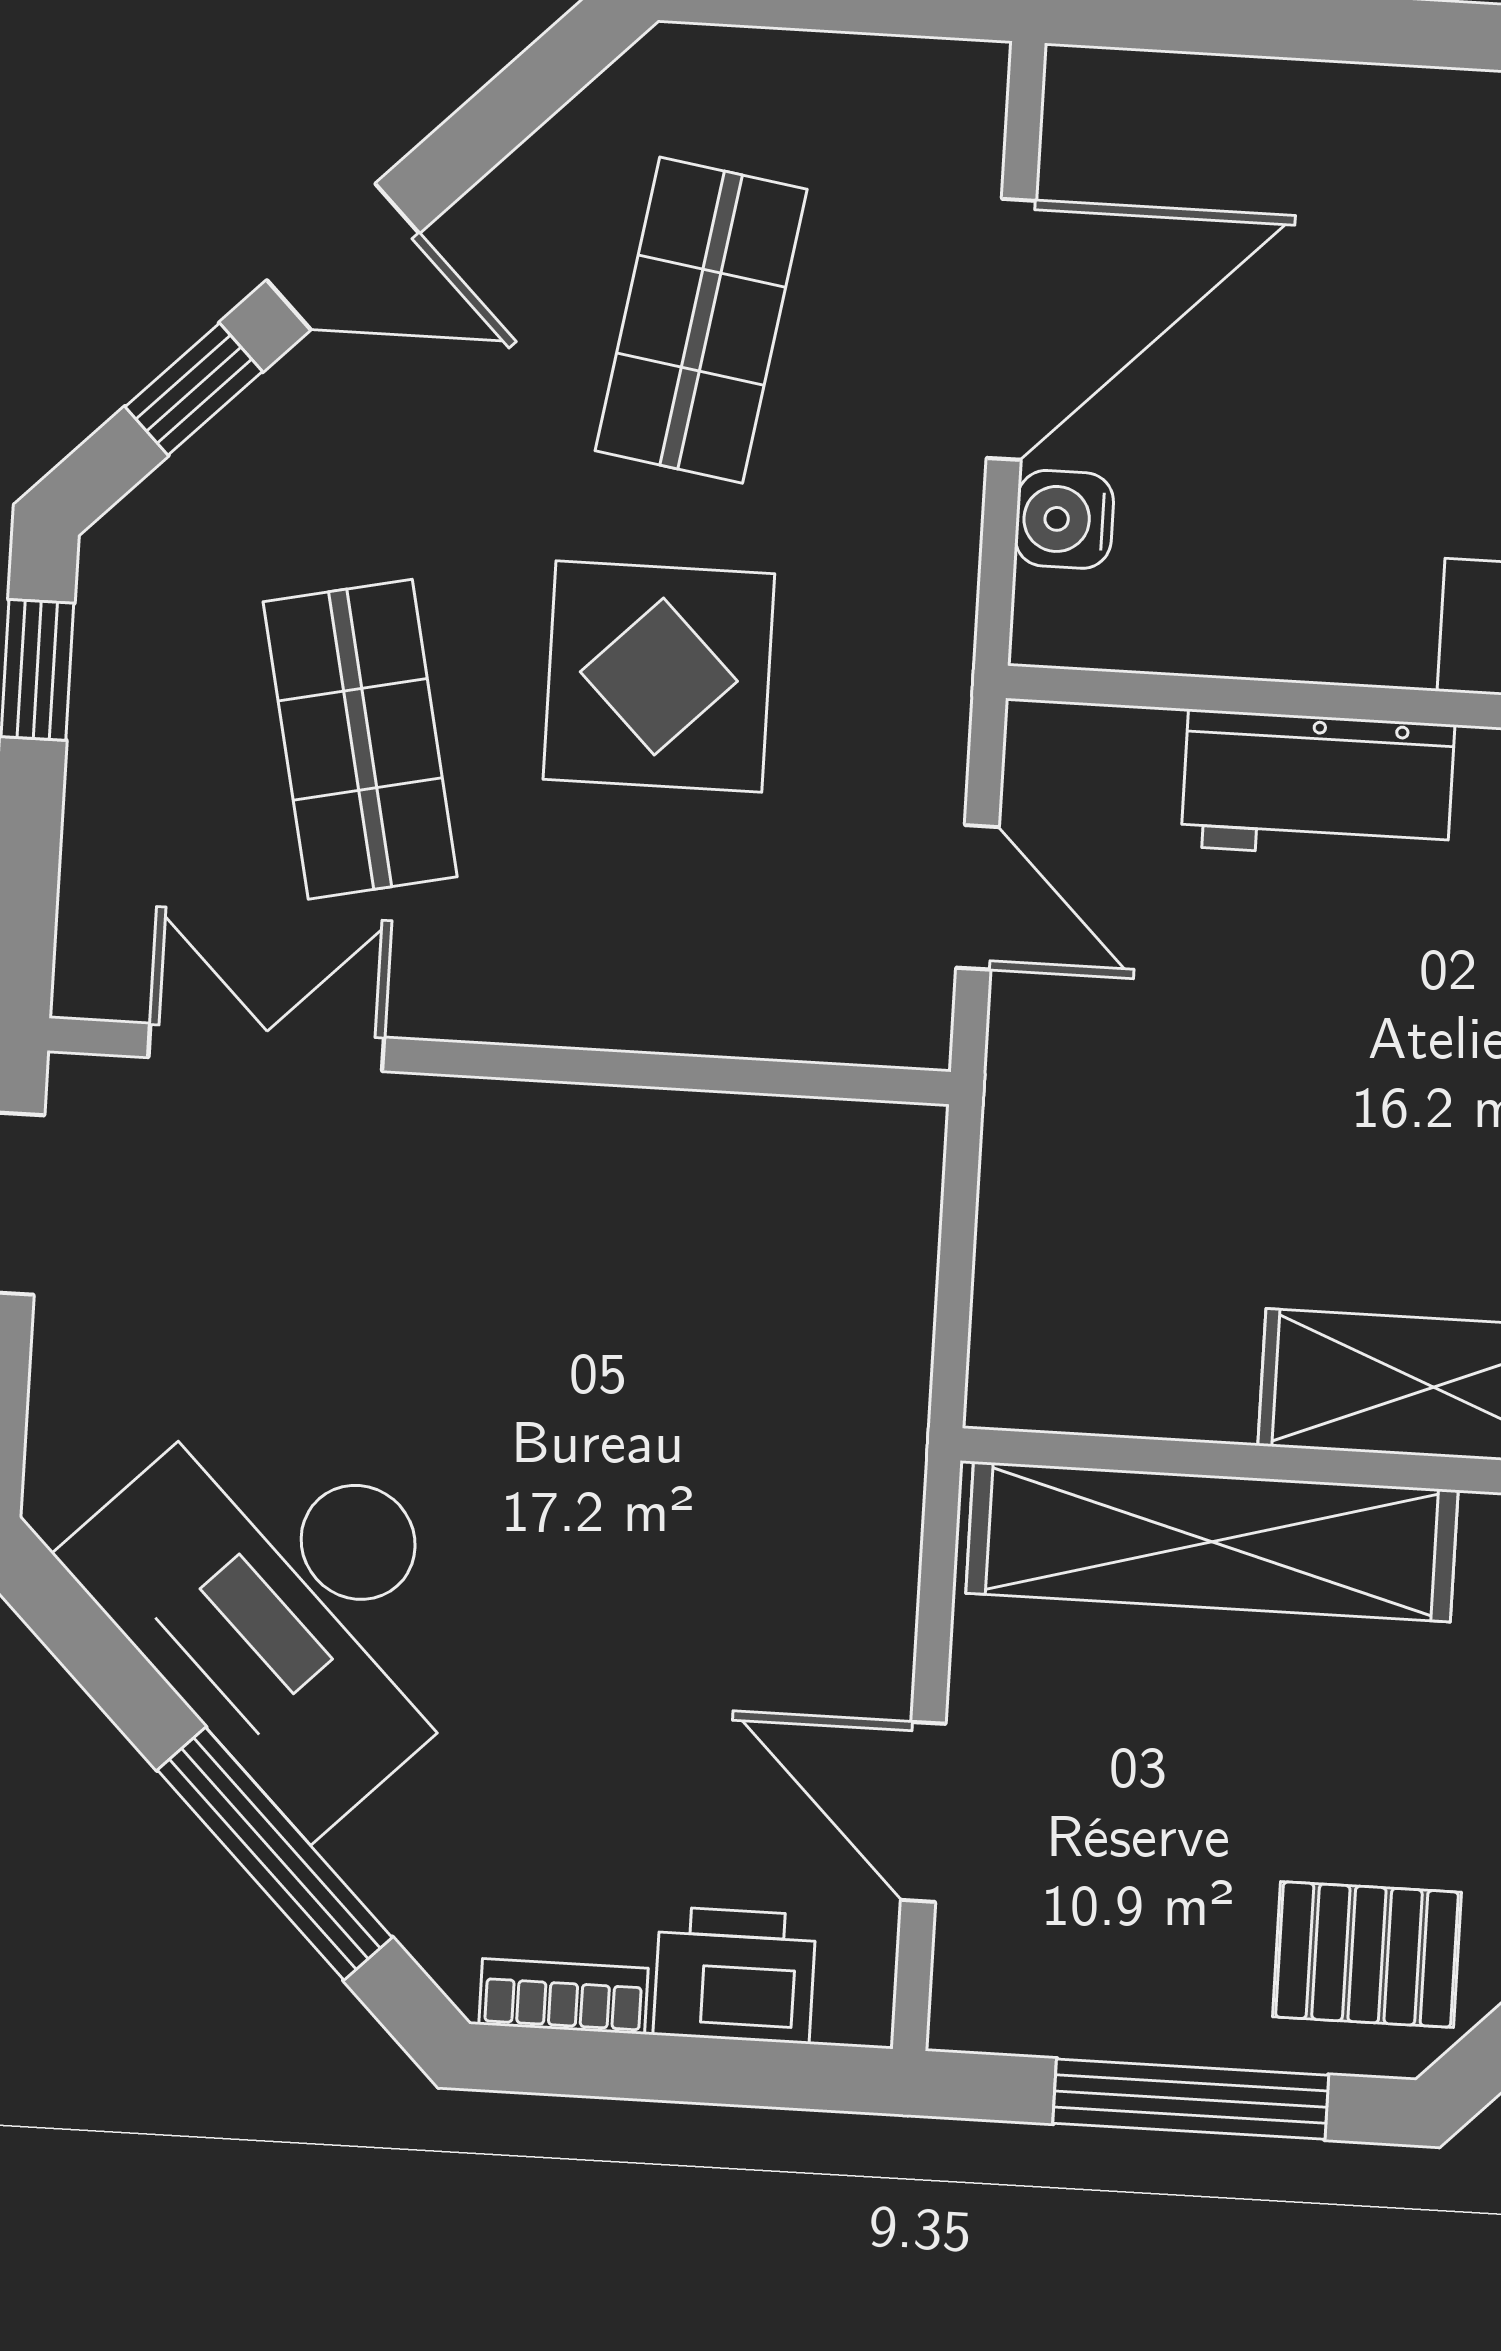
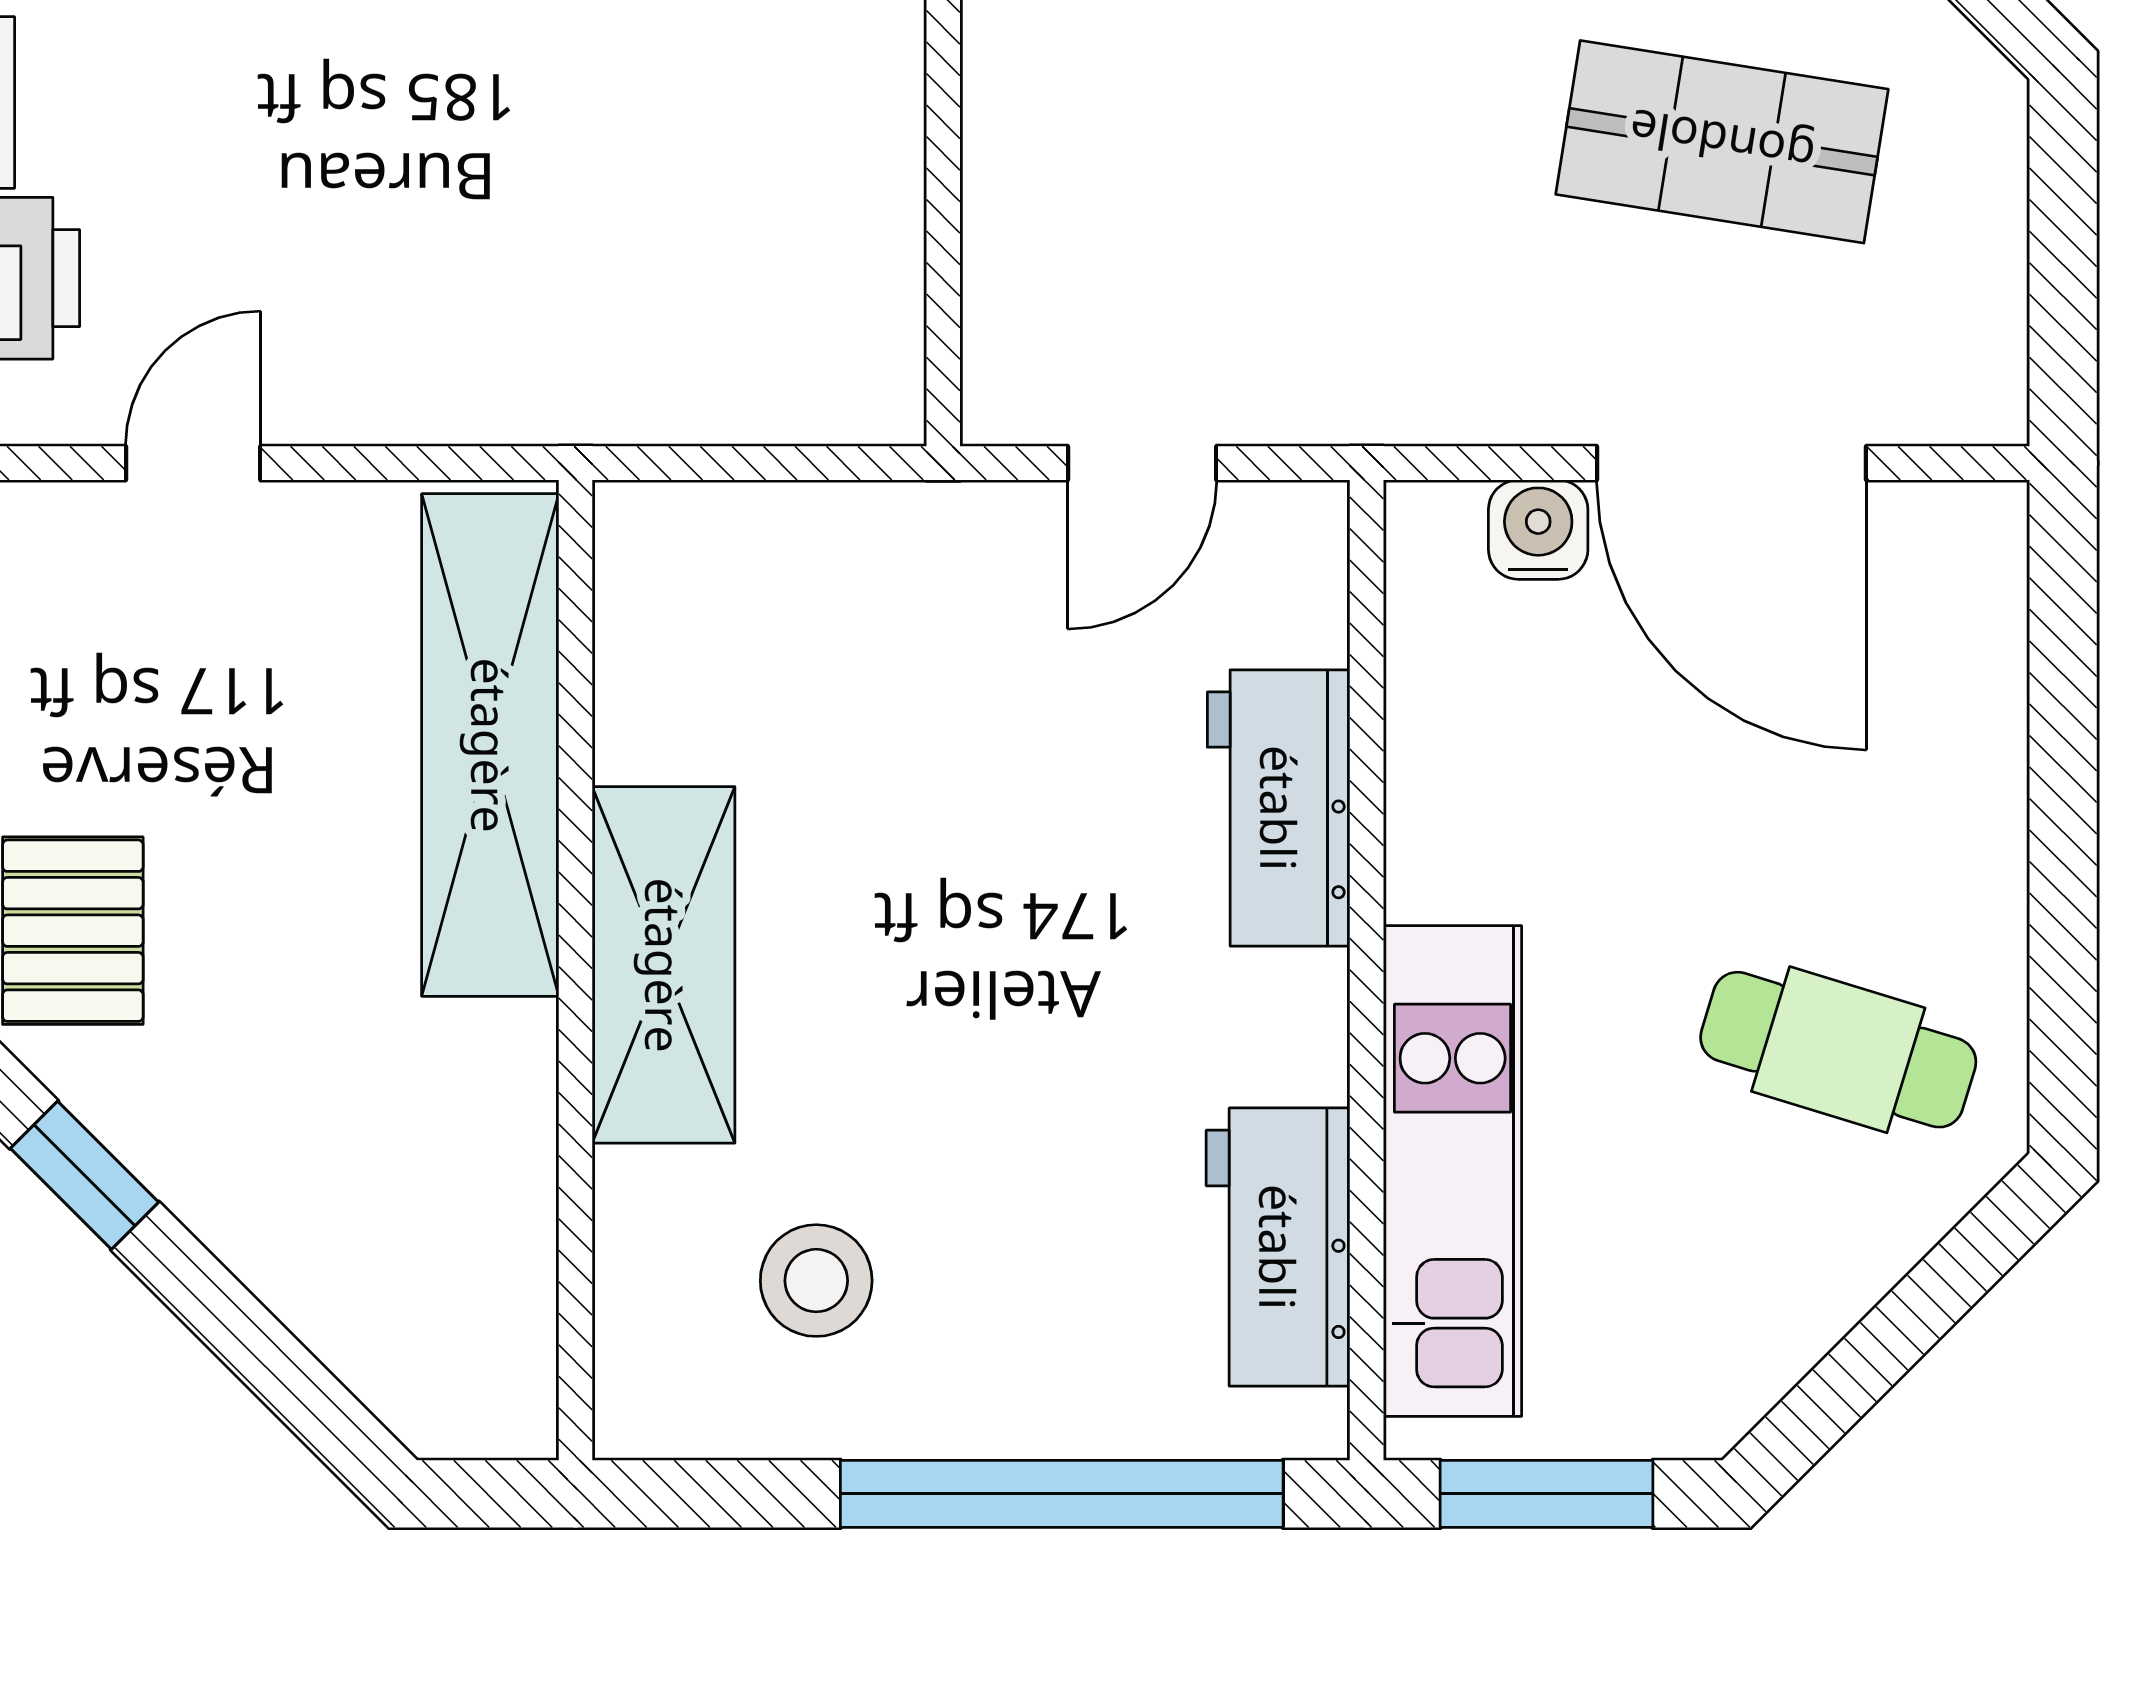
display table: (659, 676) -> (1351, 120), removed
door: (923, 1812) -> (193, 463), width x0.73

